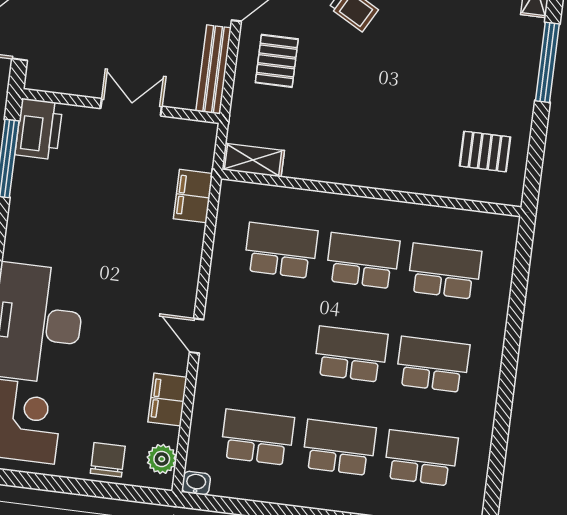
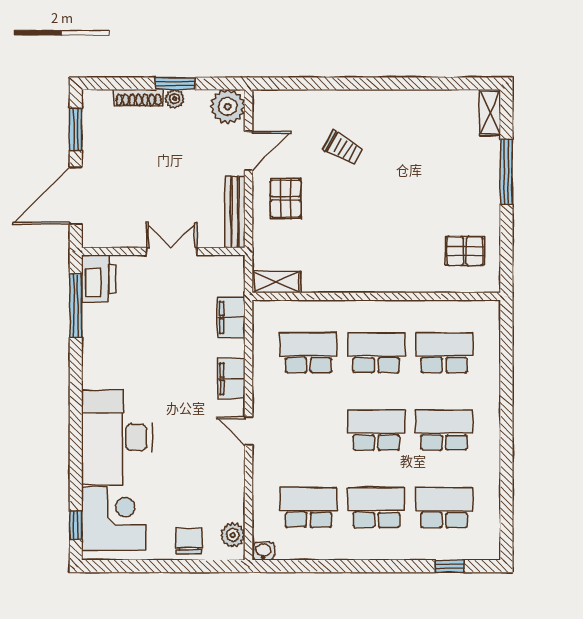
filing cabinet: (167, 400) -> (231, 379), moved

